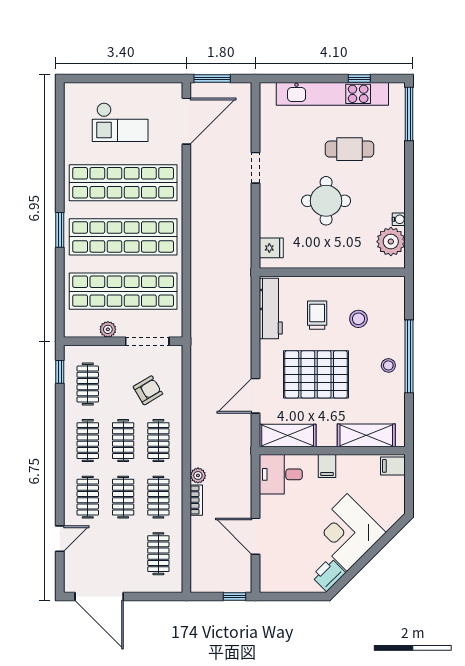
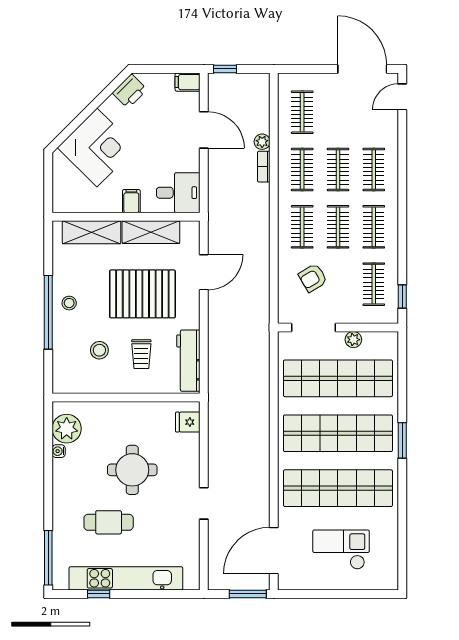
shelving: (288, 435) -> (151, 232), moved
filing cabinet: (393, 466) -> (188, 82), moved, turned 180
plant: (198, 475) -> (262, 142), moved
corner desk: (347, 533) -> (97, 148), moved
door: (60, 539) -> (402, 97), moved

